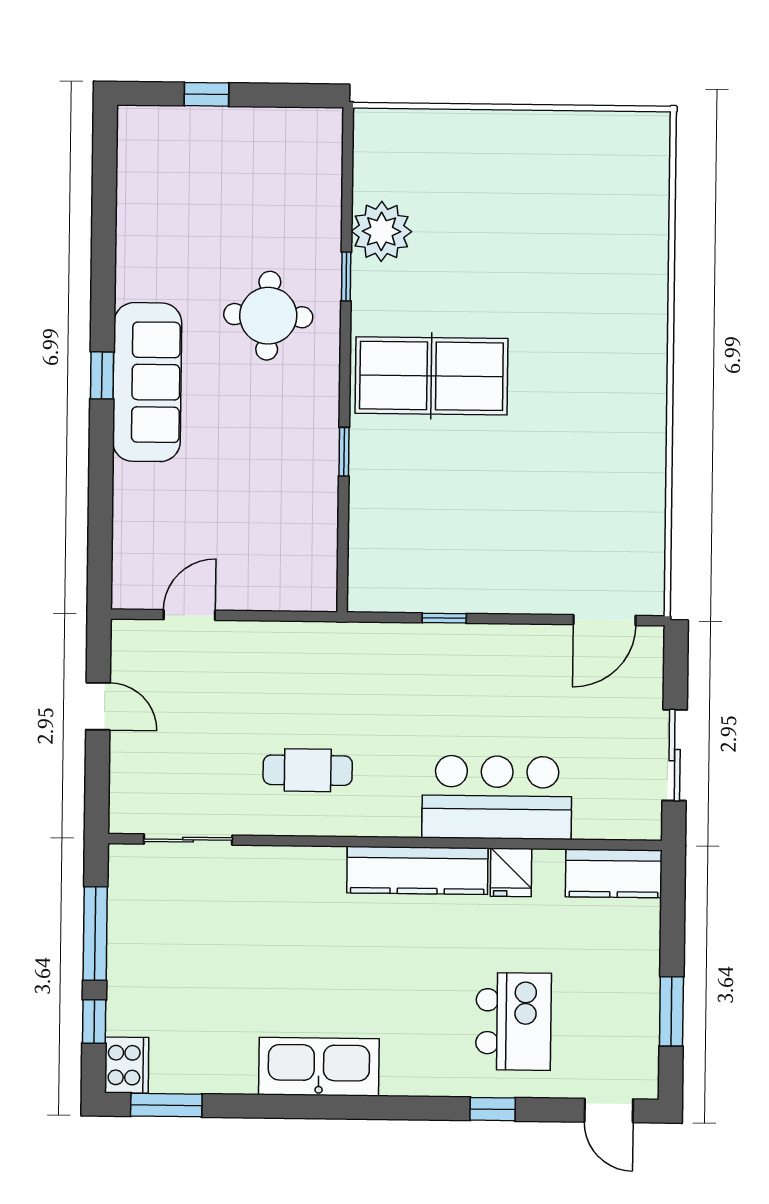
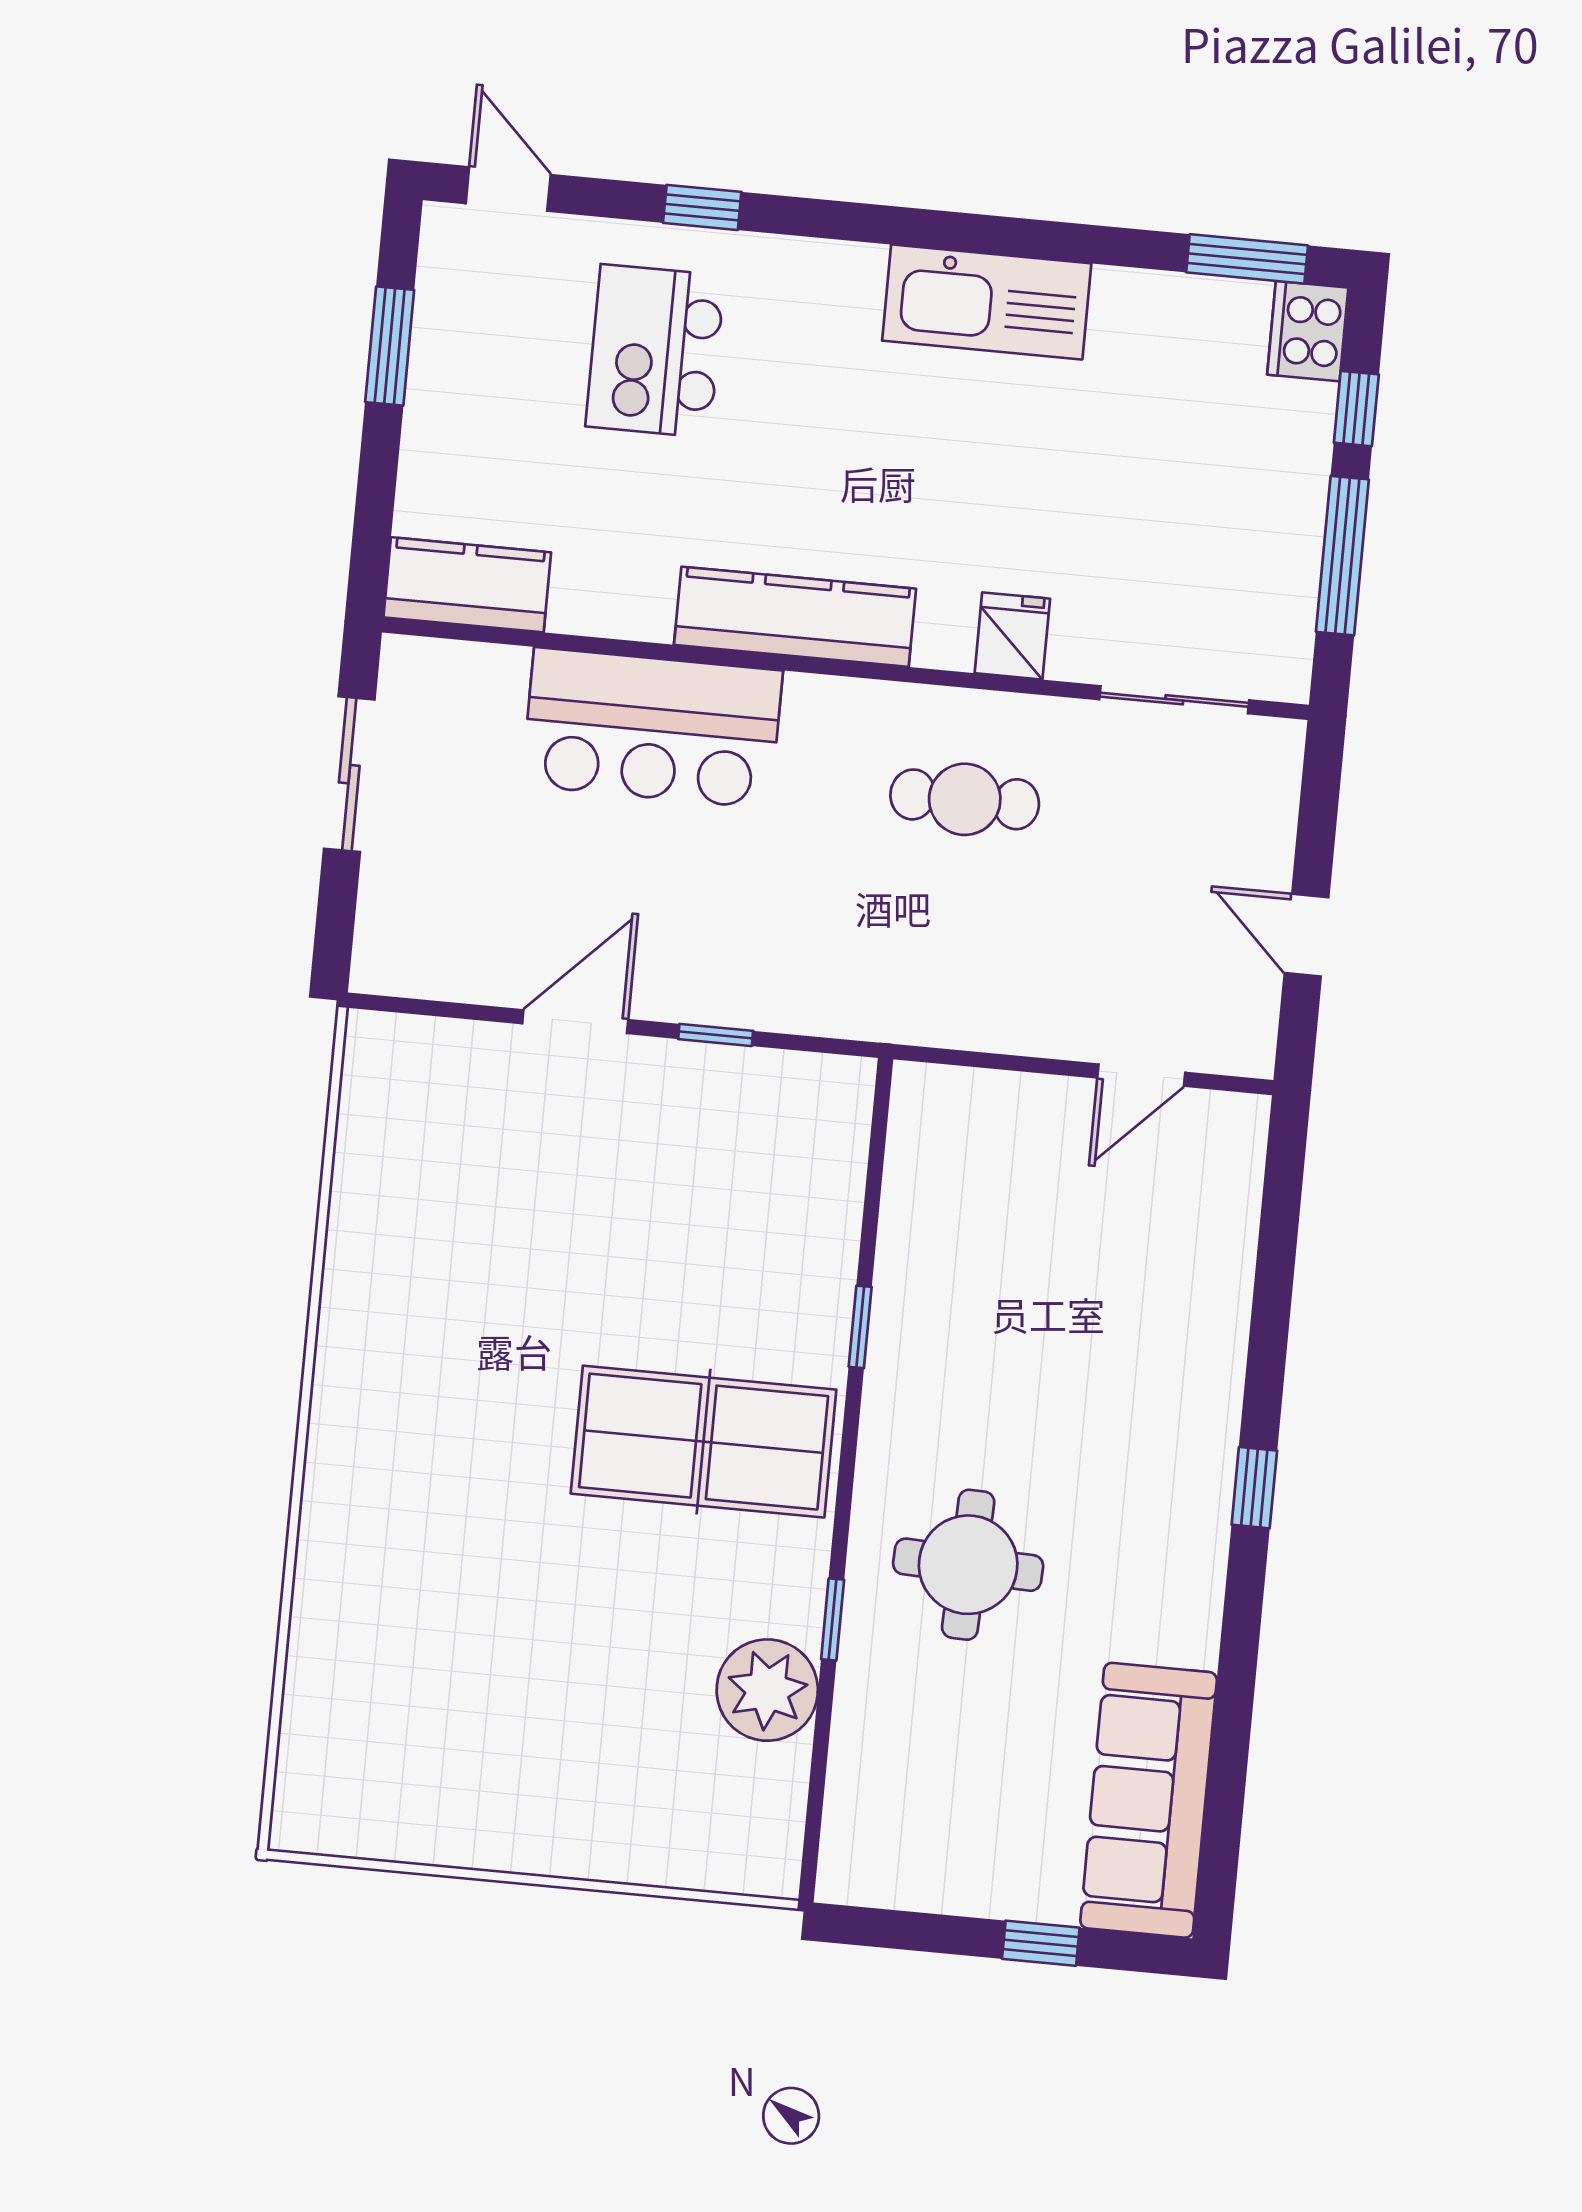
sofa: (147, 382) -> (1149, 1800), moved
door: (604, 620) -> (575, 1022), moved
fridge: (511, 872) -> (1012, 636), moved

